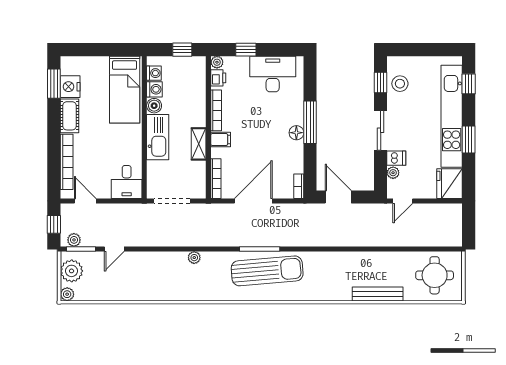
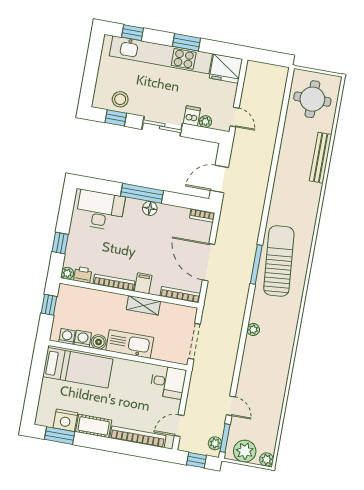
desk: (273, 74) -> (100, 210), moved, turned 90

